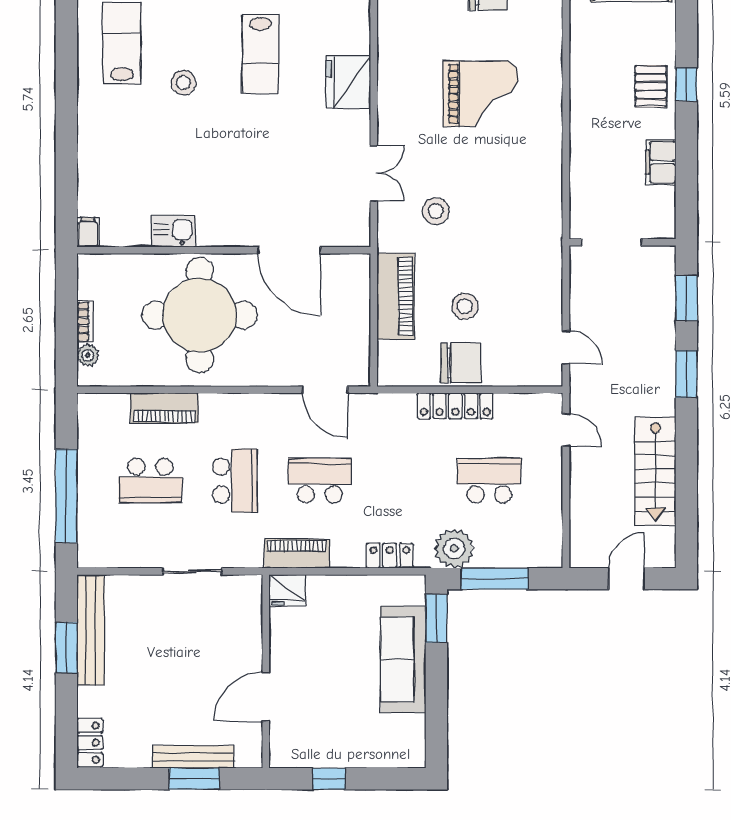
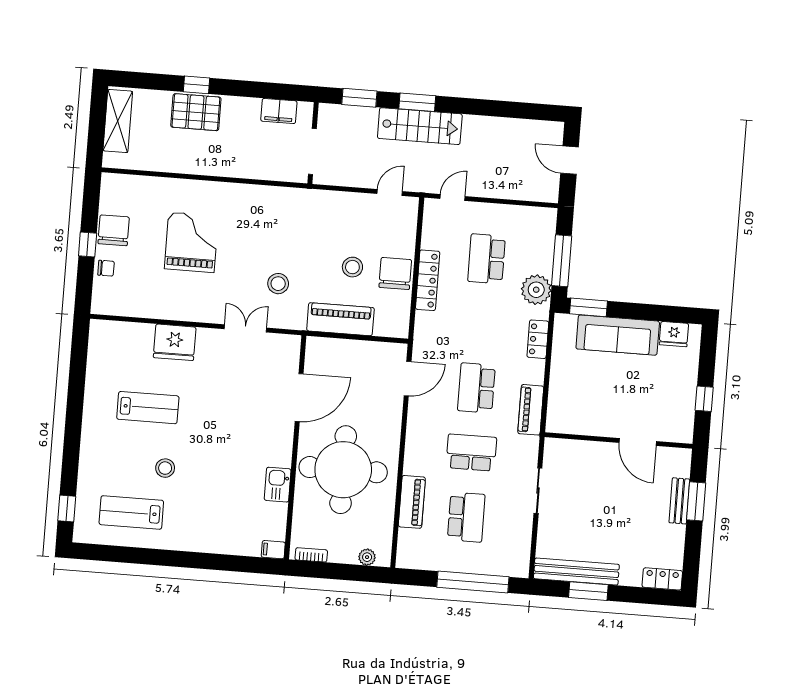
pallet: (651, 86) -> (196, 112), width x1.50, depth x1.42
filing cabinet: (661, 162) -> (279, 111), moved
bookcase: (85, 321) -> (311, 555), moved
stairs: (656, 471) -> (420, 126), moved
fridge: (287, 590) -> (674, 334), moved, turned 90
bench: (193, 757) -> (679, 501), width x0.73

